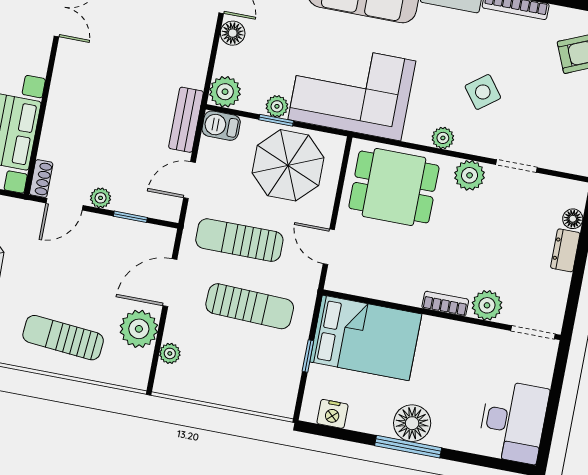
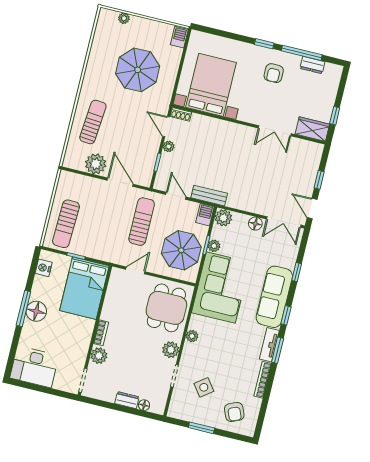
side table: (483, 92) -> (204, 387), moved
sun lounger: (250, 306) -> (66, 224), moved
plant: (170, 353) -> (81, 180), removed

